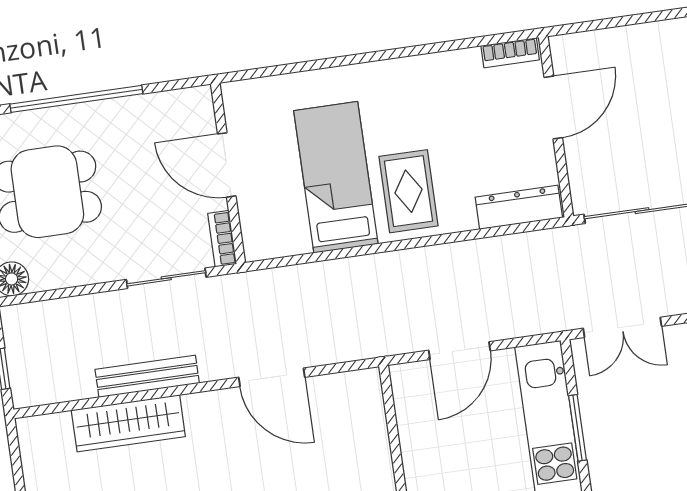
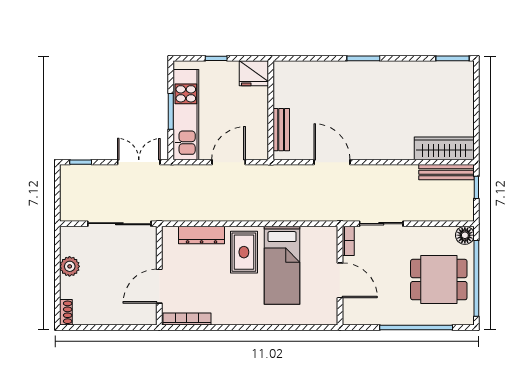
bookcase: (510, 53) -> (187, 319), width x1.56
dresser: (519, 207) -> (202, 235), moved
bench: (147, 376) -> (446, 172), moved
wardrobe: (128, 423) -> (444, 148), moved
bench: (372, 423) -> (281, 130), added

